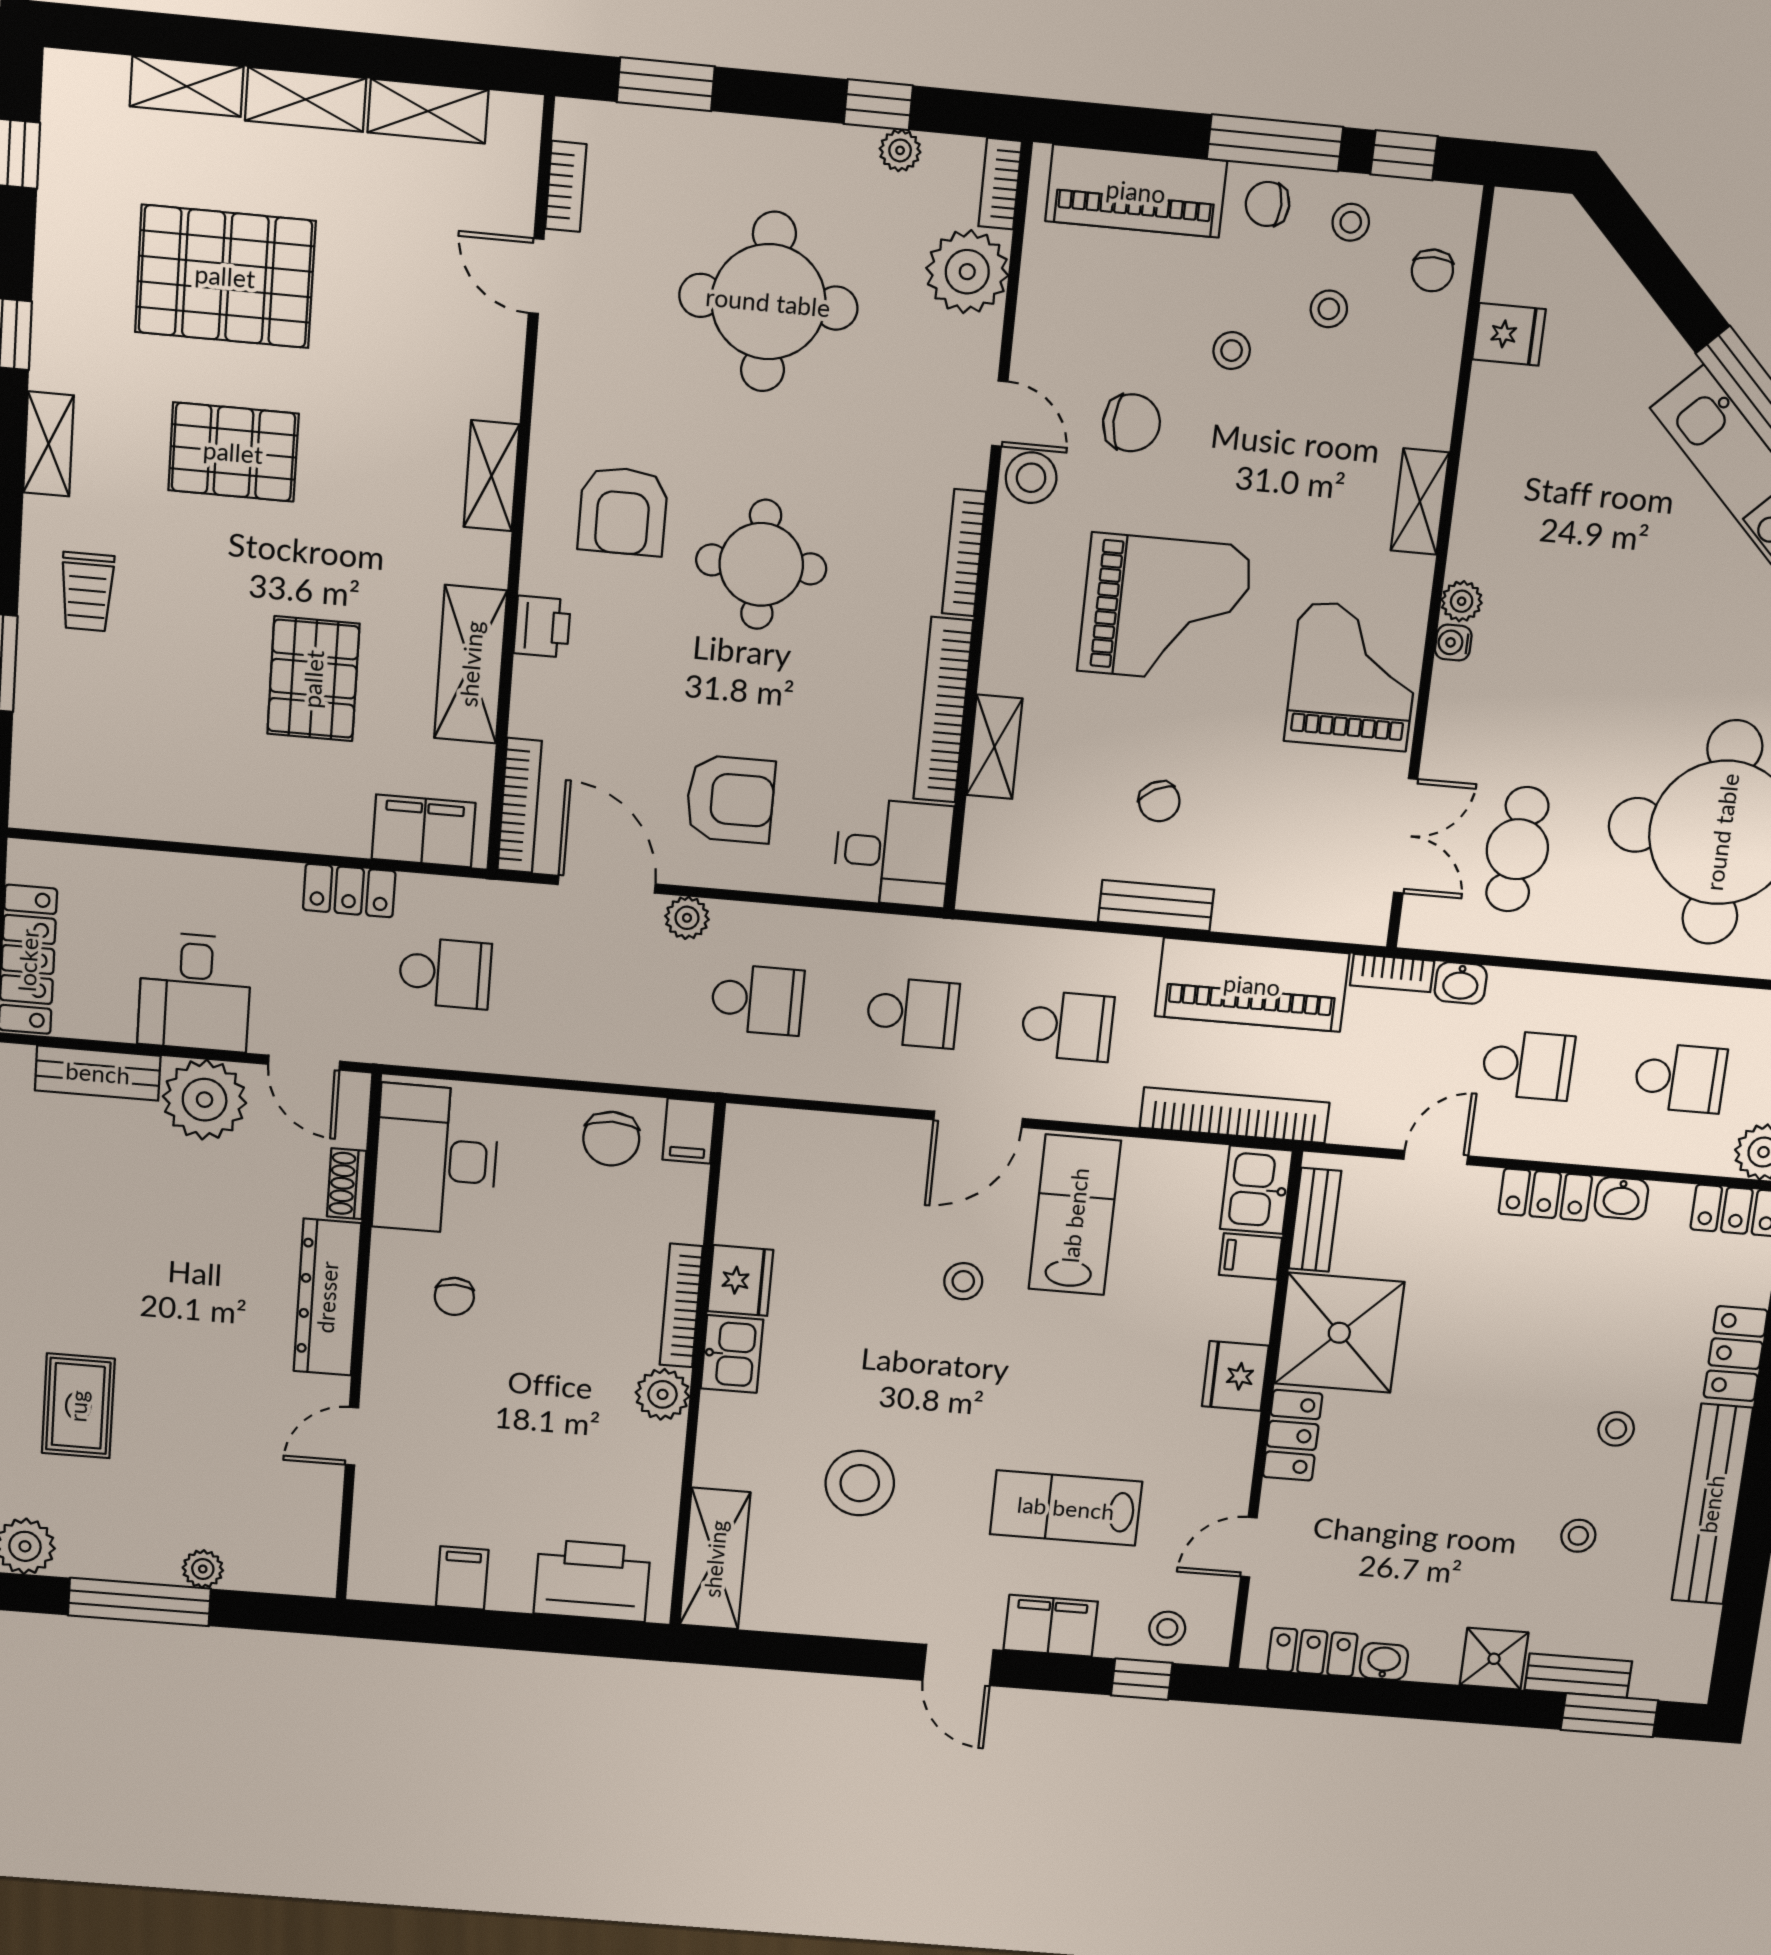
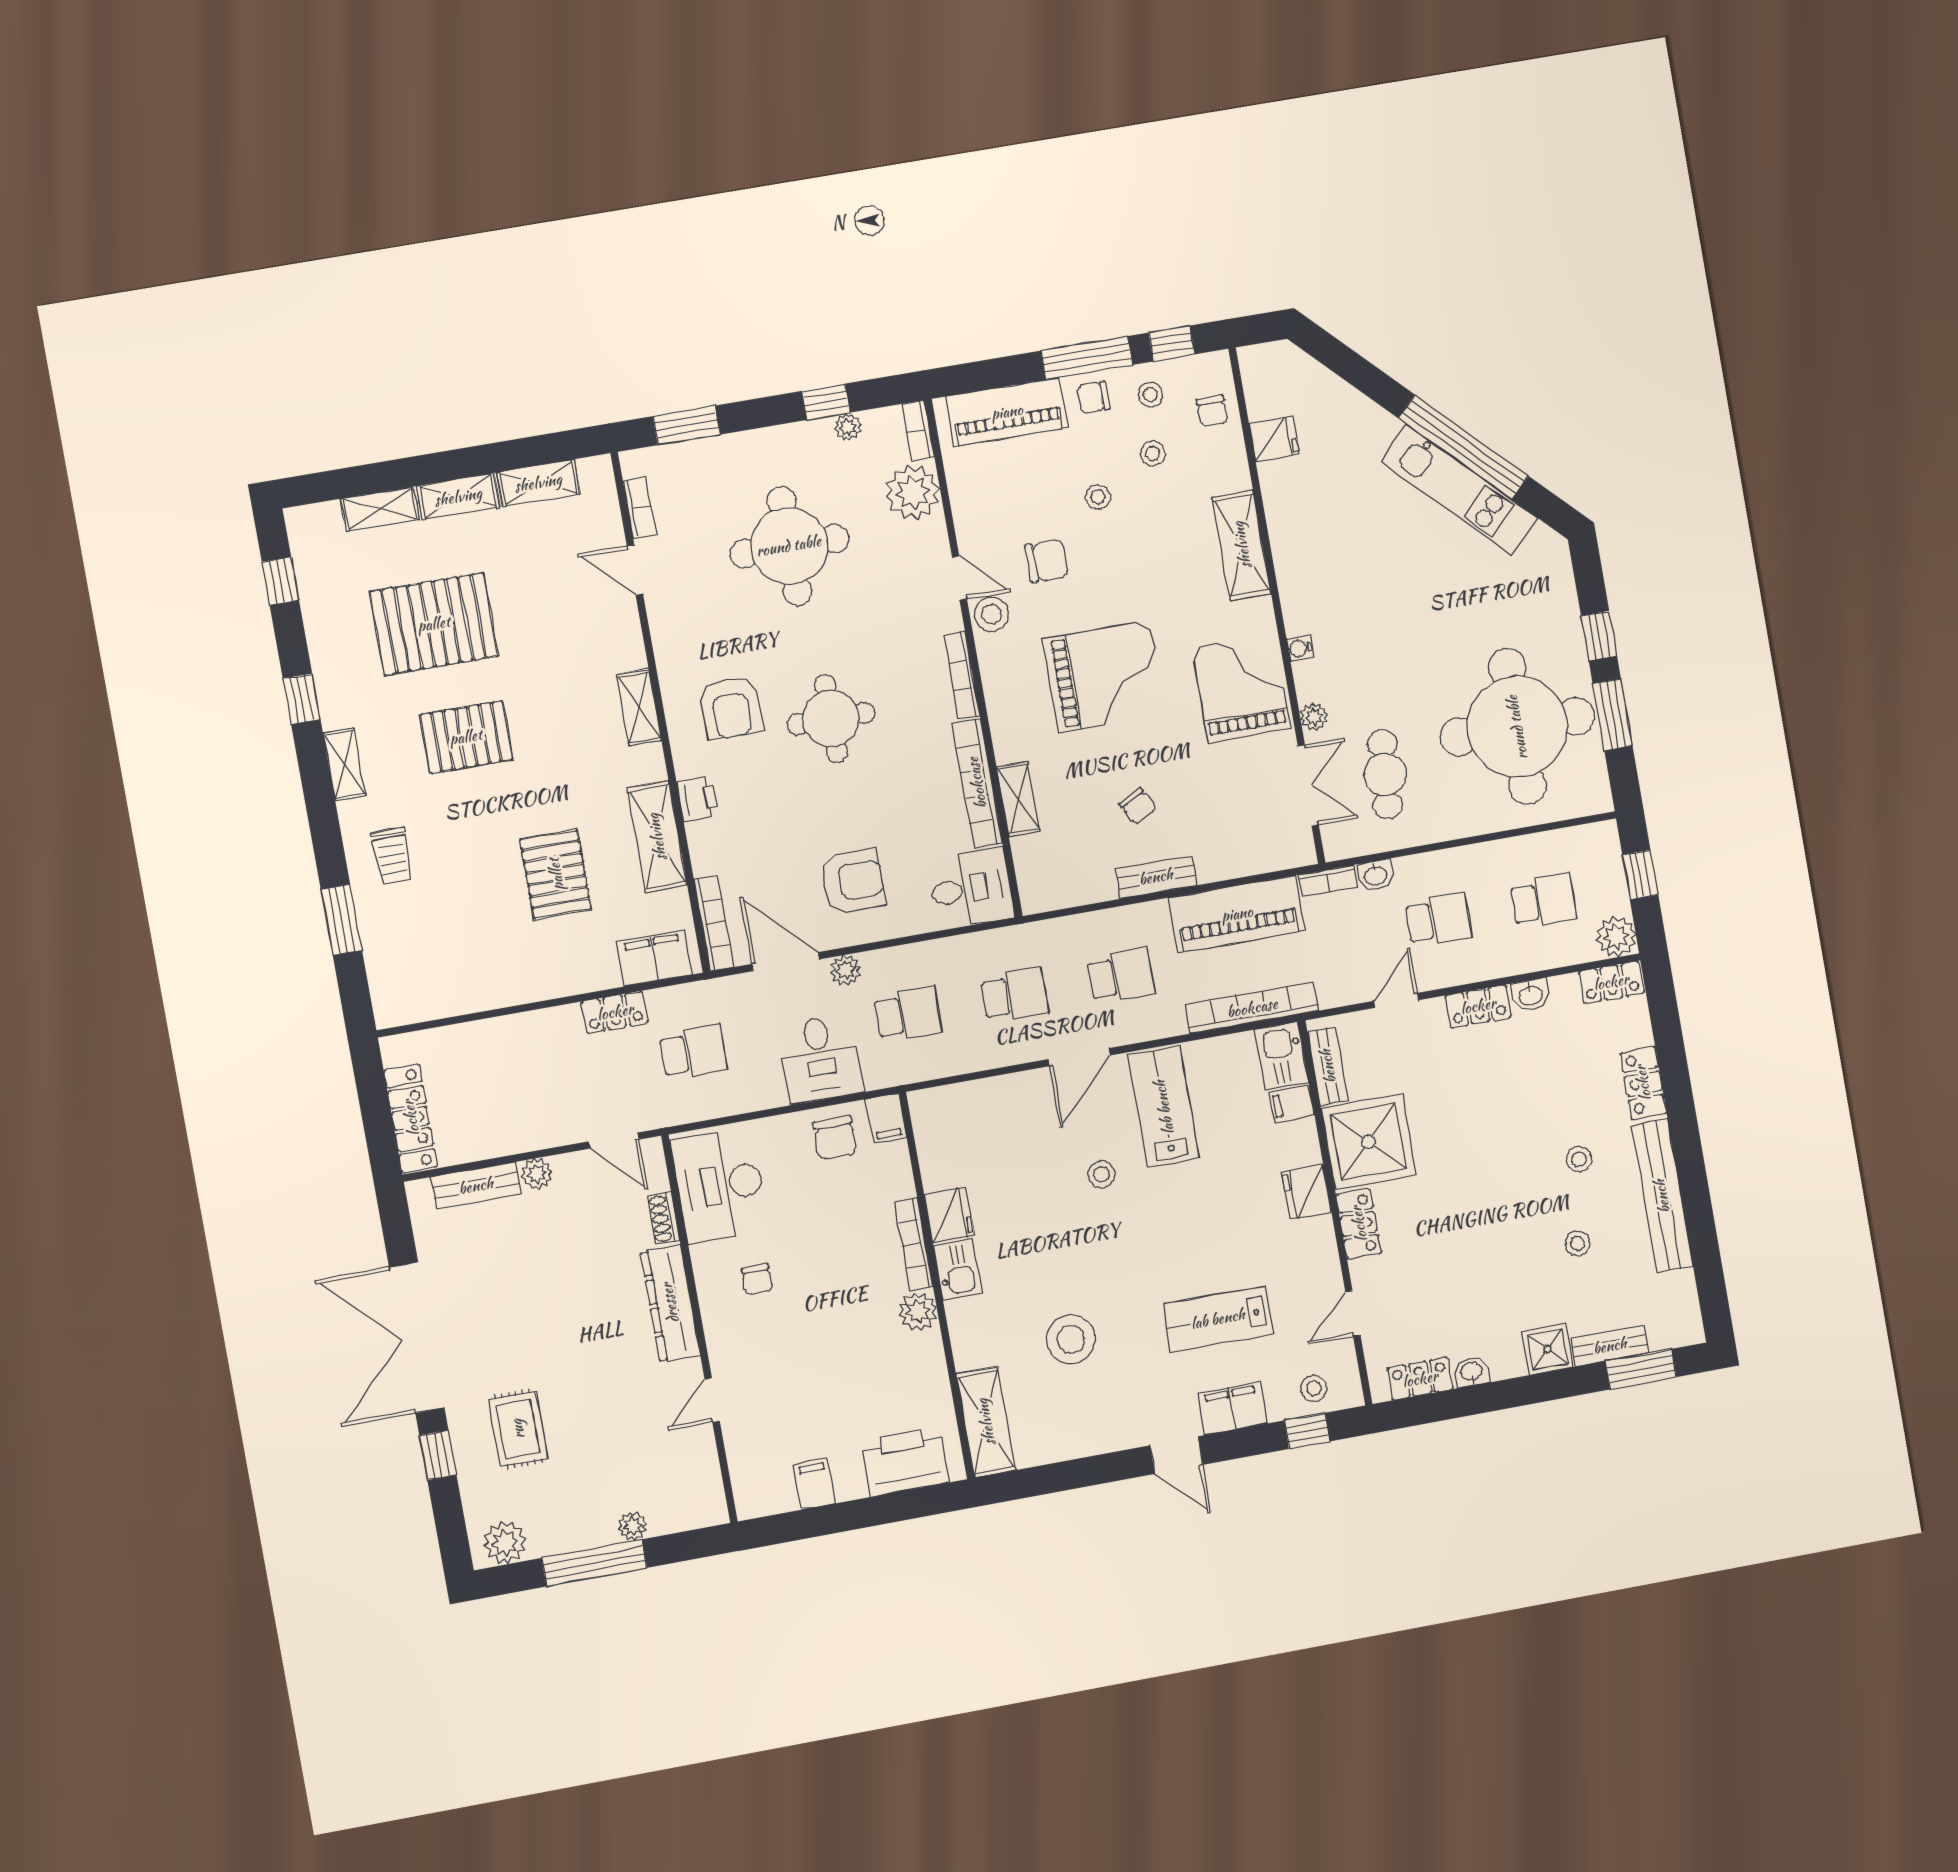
shelving: (1420, 502) -> (1242, 545), width x1.50, depth x1.33
plant: (1462, 601) -> (1314, 717), moved
desk: (195, 992) -> (820, 1059), moved
plant: (205, 1100) -> (537, 1174), width x0.53, depth x0.53

